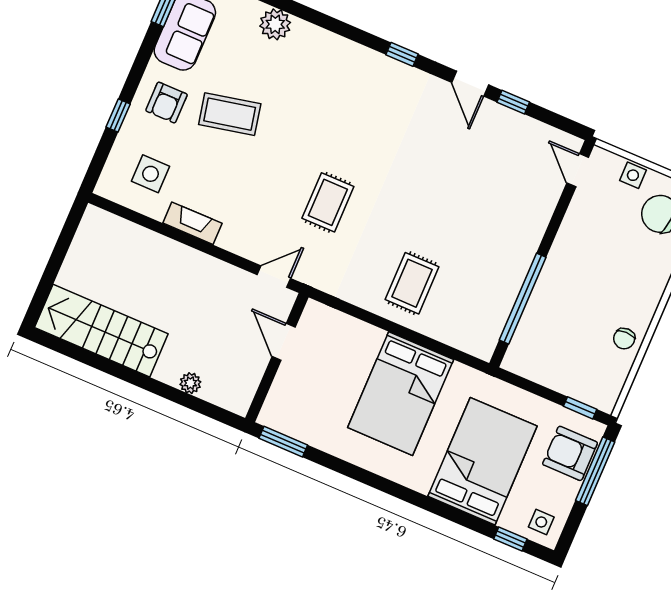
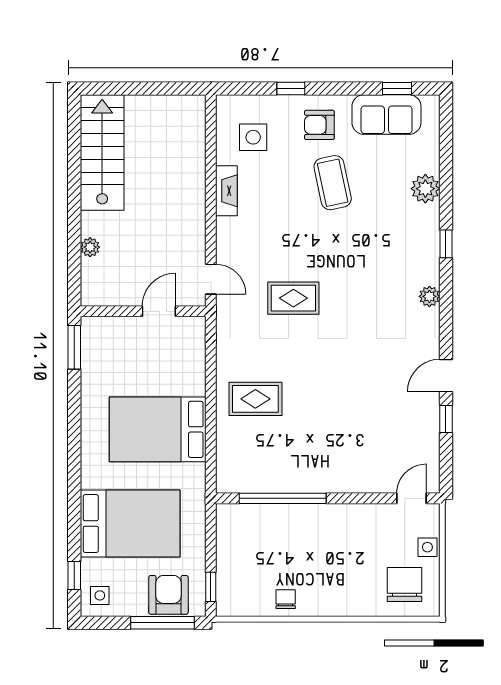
window: (402, 54) -> (446, 244), moved
plant: (384, 66) -> (429, 296), added
chair: (624, 339) -> (286, 599), turned 90

